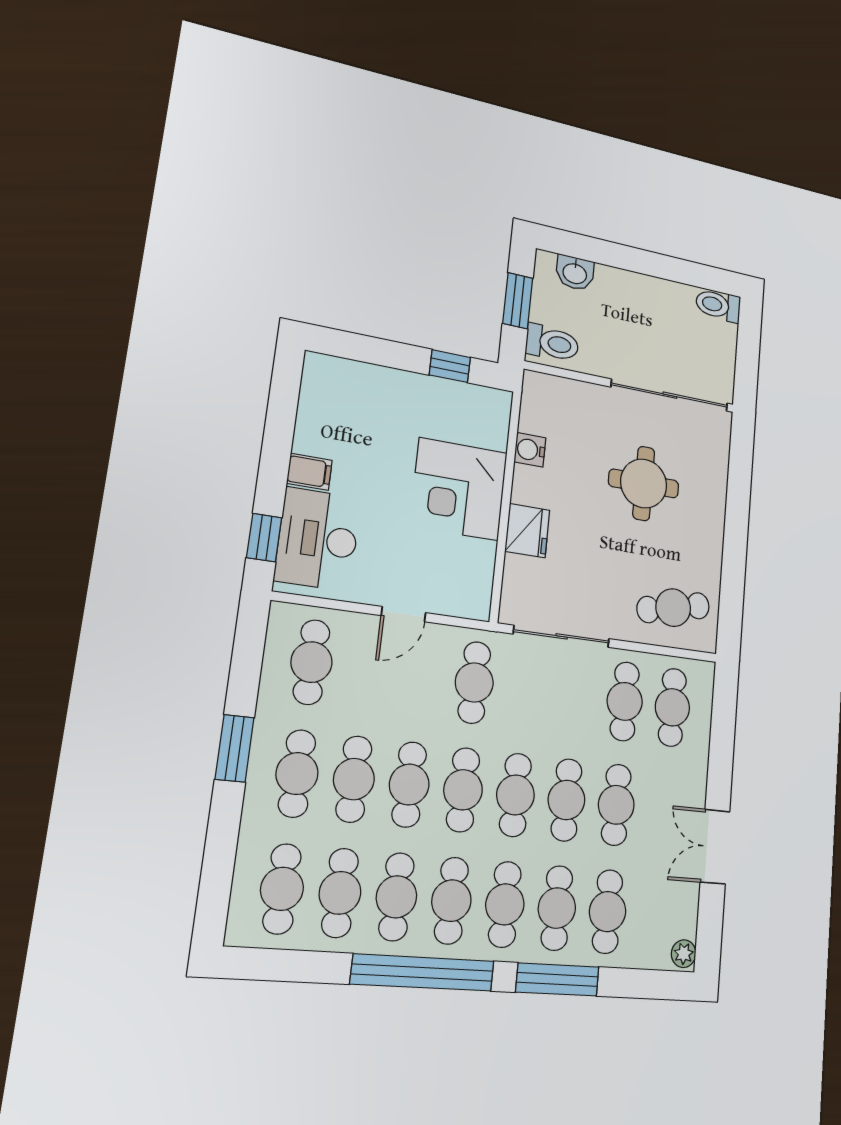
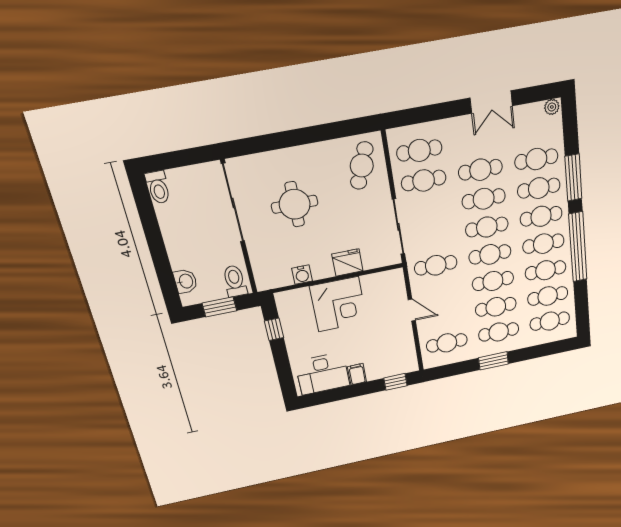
desk: (318, 539) -> (323, 374), moved
cafe table: (673, 608) -> (362, 166), turned 33

